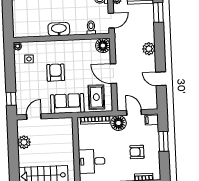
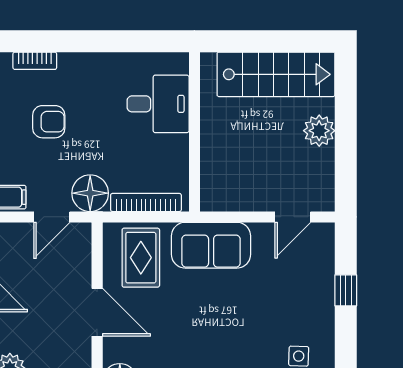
armchair: (56, 73) -> (236, 321), removed
window: (11, 99) -> (346, 290), moved
door: (134, 112) -> (52, 217), hinge flipped
plant: (24, 142) -> (319, 131), moved

